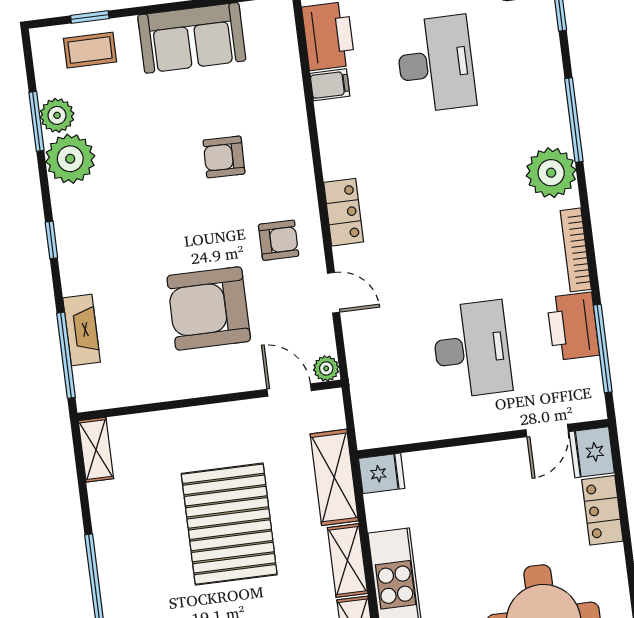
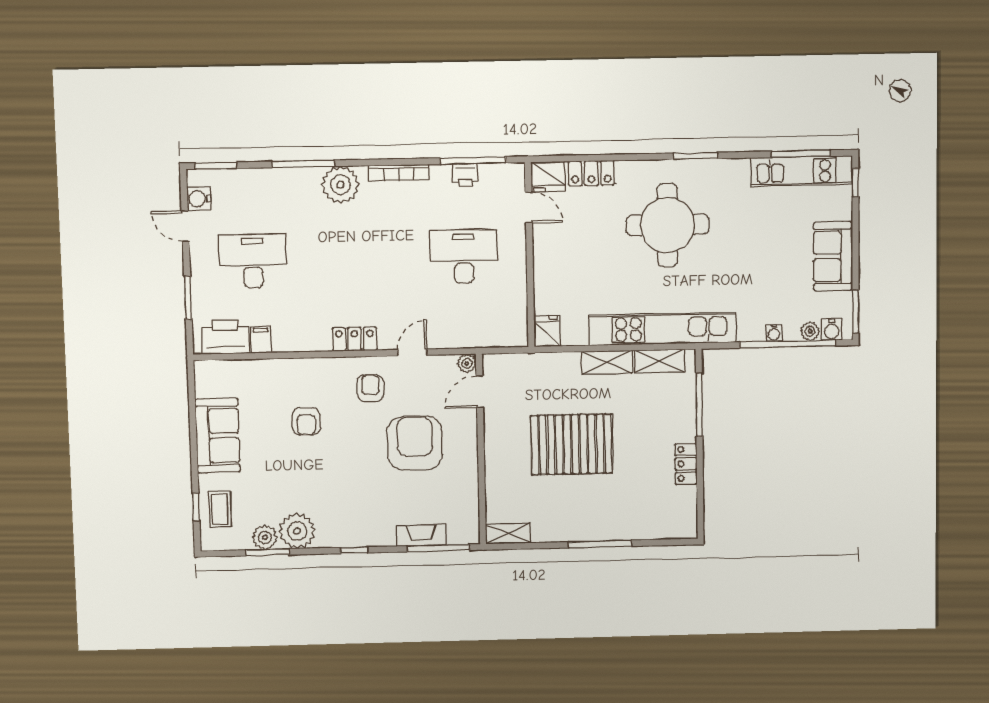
armchair: (209, 308) -> (415, 443), turned 180
printer: (573, 326) -> (465, 175), width x0.53, depth x0.68
shelving: (334, 477) -> (546, 366), removed

